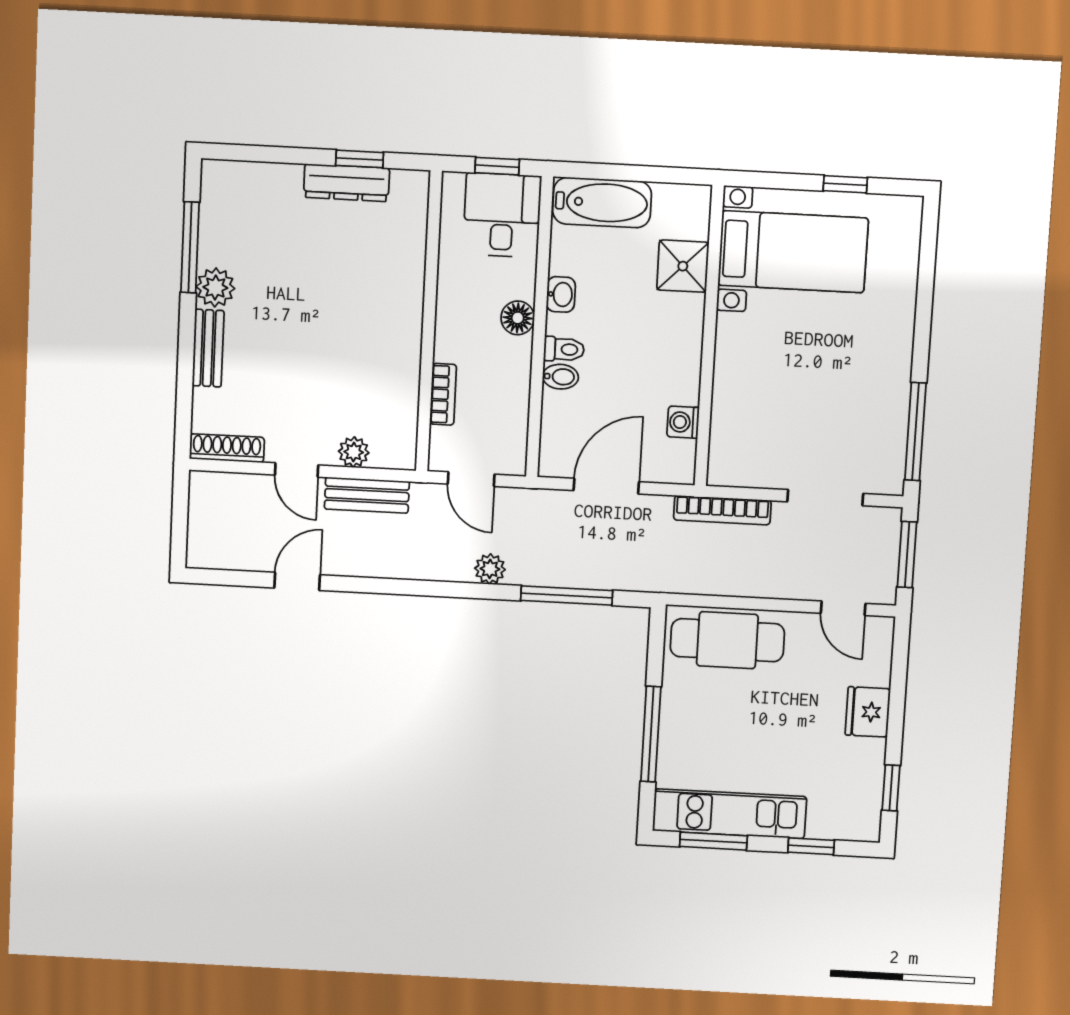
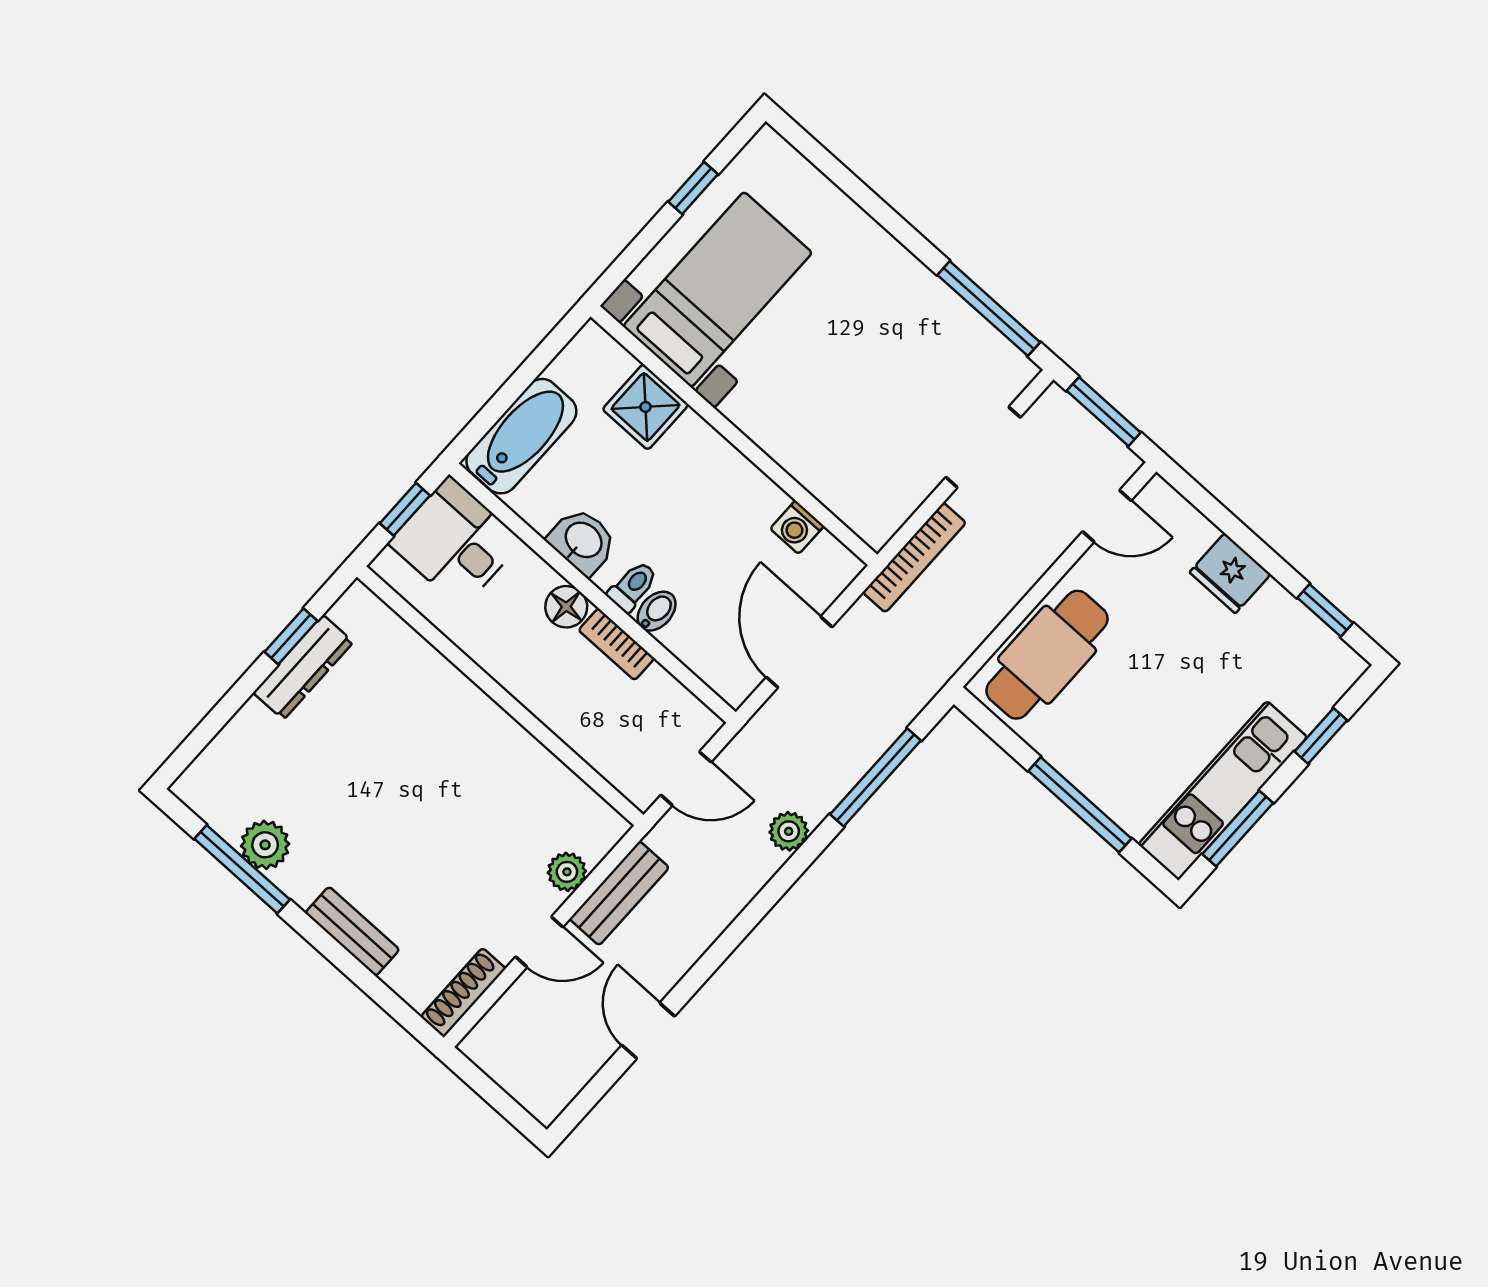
plant: (215, 288) -> (265, 845), moved
washbasin: (561, 294) -> (583, 541), width x1.38, depth x1.45
bookcase: (443, 394) -> (616, 644), moved, turned 180

